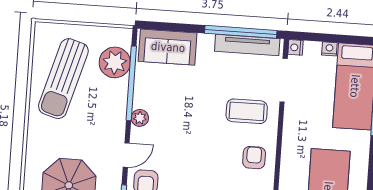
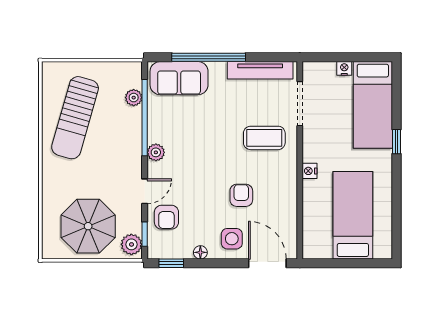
window: (241, 32) -> (209, 57), moved
nightstand: (295, 47) -> (309, 171), moved
plant: (115, 62) -> (134, 98), width x0.53, depth x0.53
armchair: (254, 158) -> (241, 195), moved

